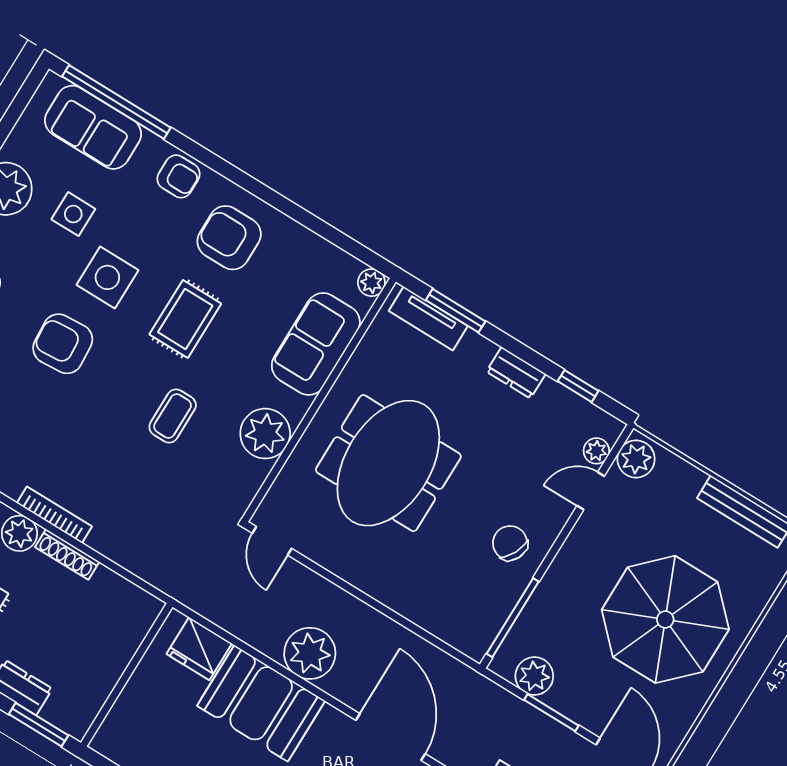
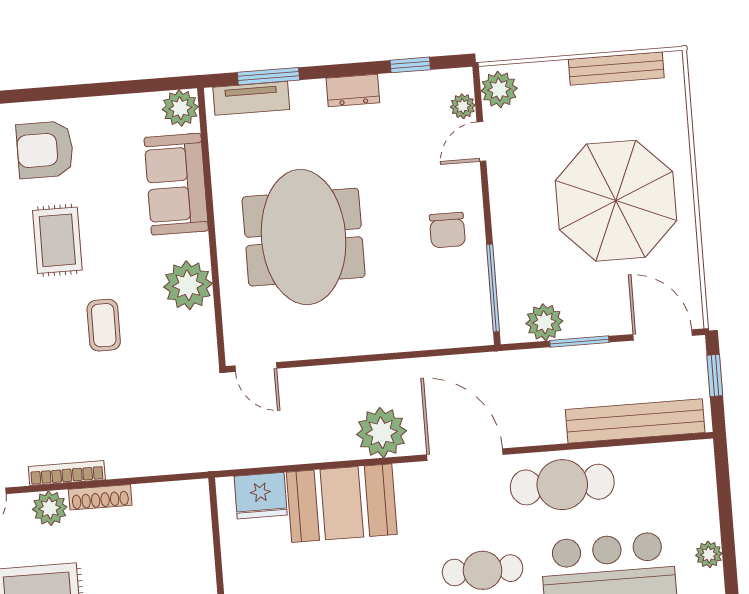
plant: (371, 283) -> (180, 108), width x1.38, depth x1.38
chair: (510, 543) -> (447, 230), turned -116
plant: (310, 653) -> (382, 433), moved

